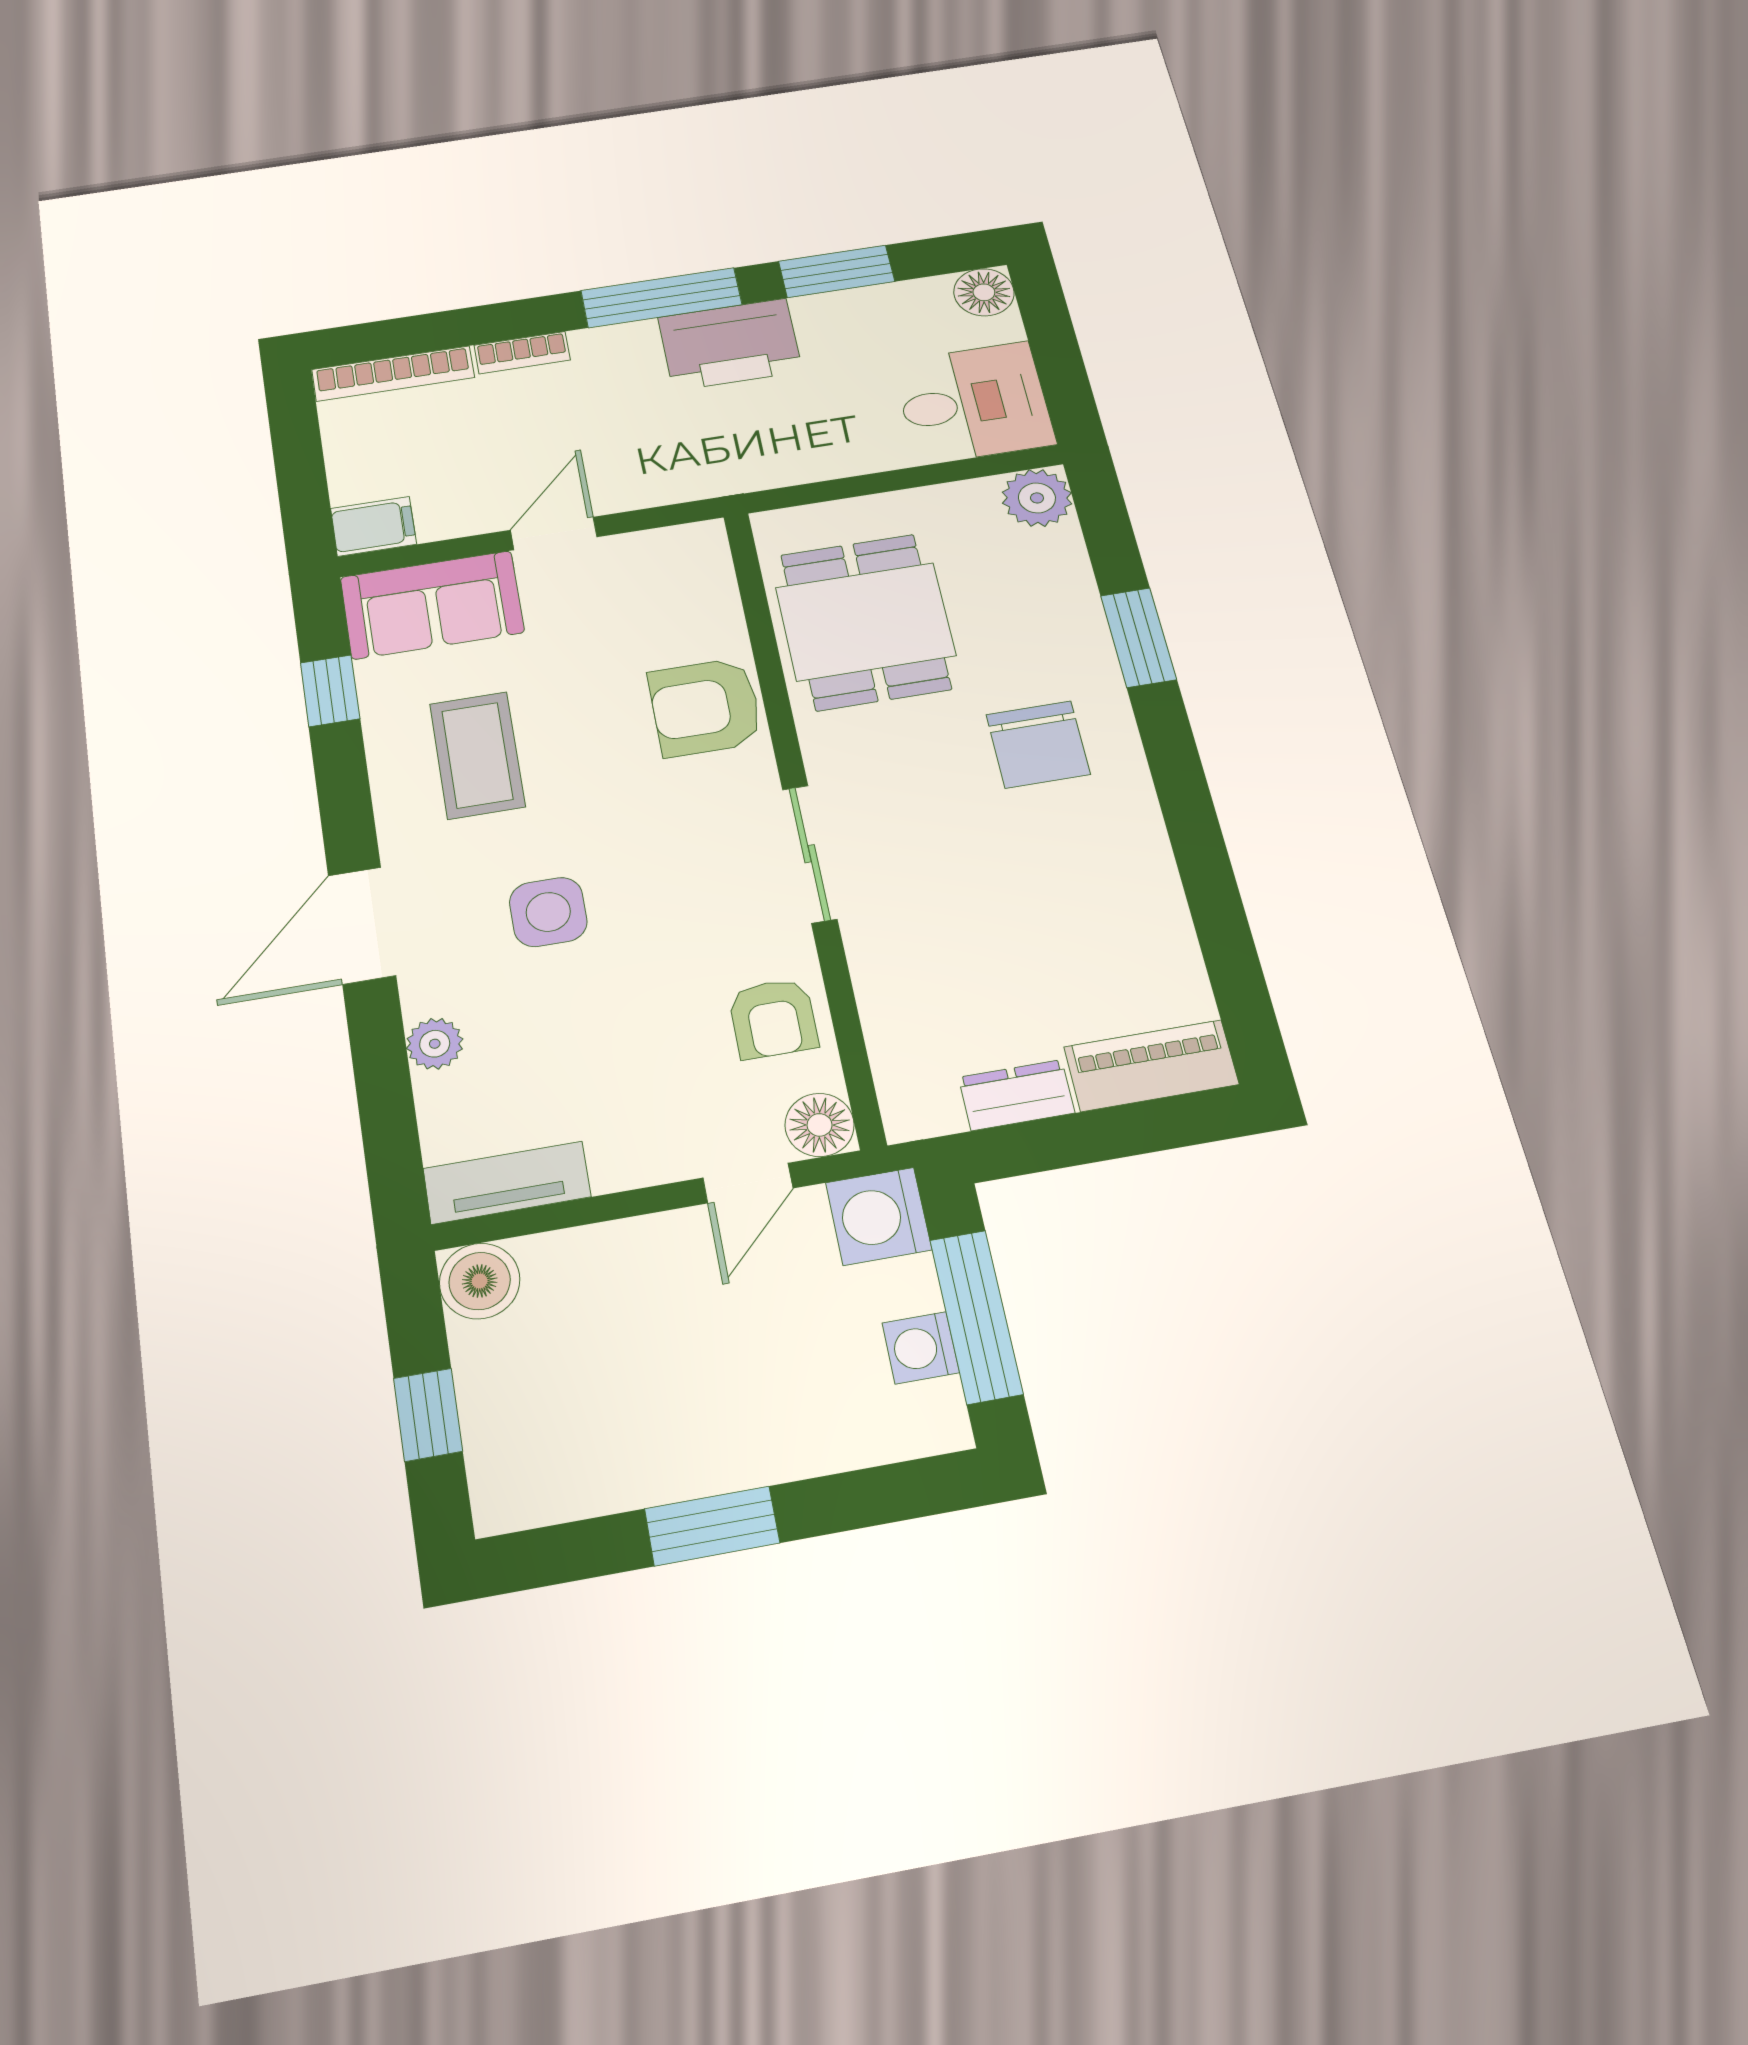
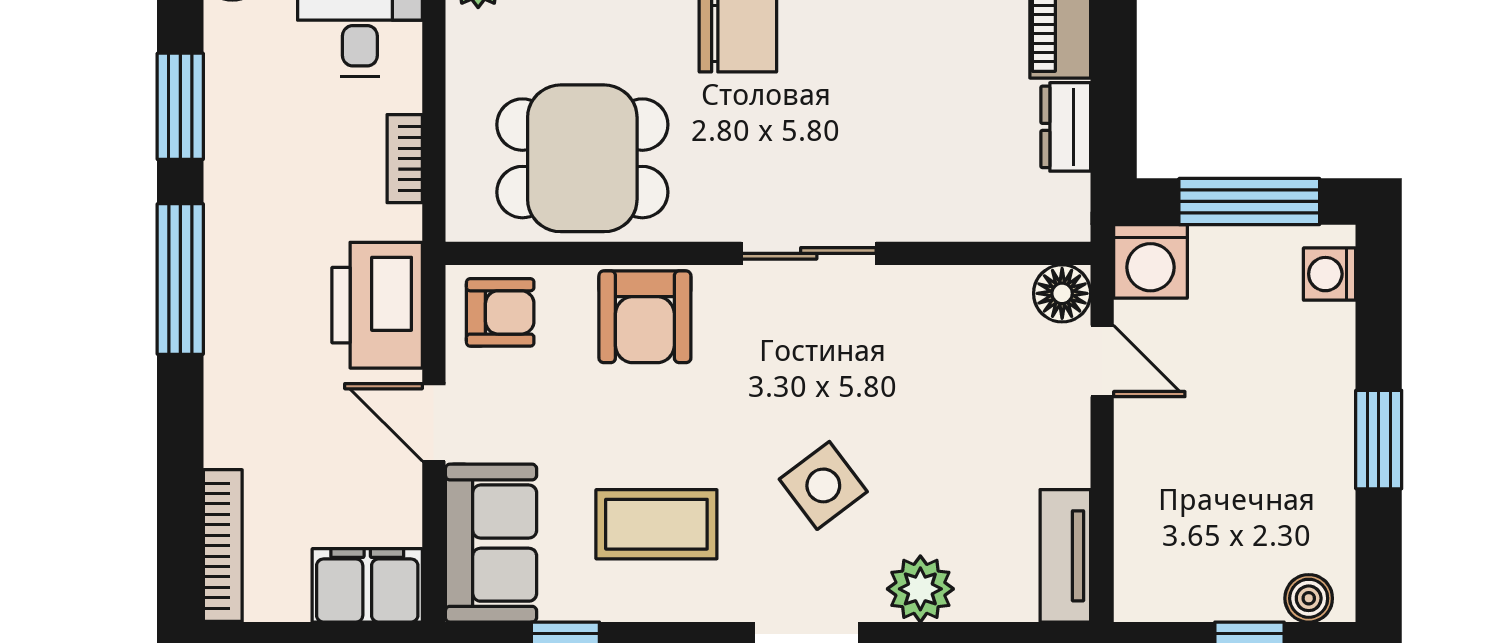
printer: (730, 344) -> (377, 305), moved, turned 180
bookcase: (522, 353) -> (405, 159), moved, turned 180
filing cabinet: (373, 526) -> (367, 585), width x2.00
side table: (548, 912) -> (823, 485), turned -37
armchair: (773, 1018) -> (500, 312), moved
plant: (435, 1044) -> (920, 589), width x1.38, depth x1.38
boiler: (480, 1281) -> (1309, 598), moved, width x0.73, depth x0.73
washing machine: (921, 1348) -> (1330, 274), moved, turned 90

